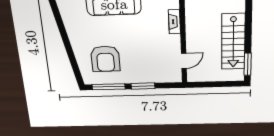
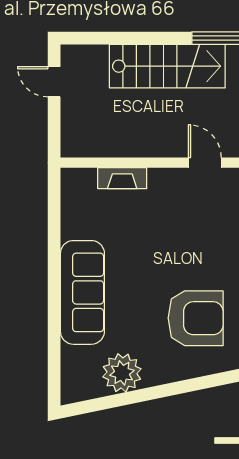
plant: (74, 25) -> (122, 373), added

